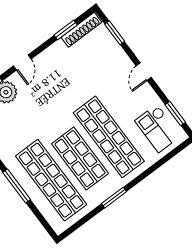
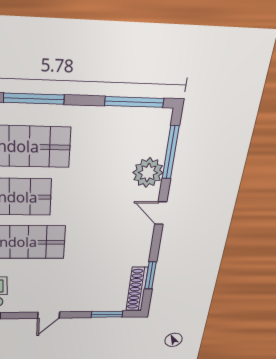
door: (144, 72) -> (49, 315), swing flipped

